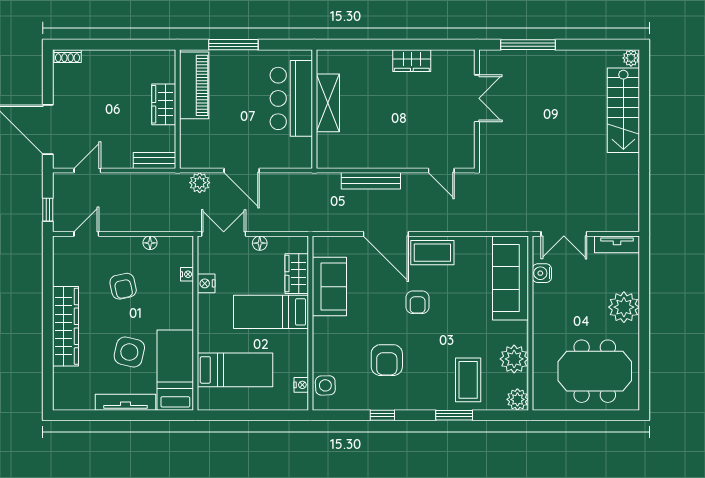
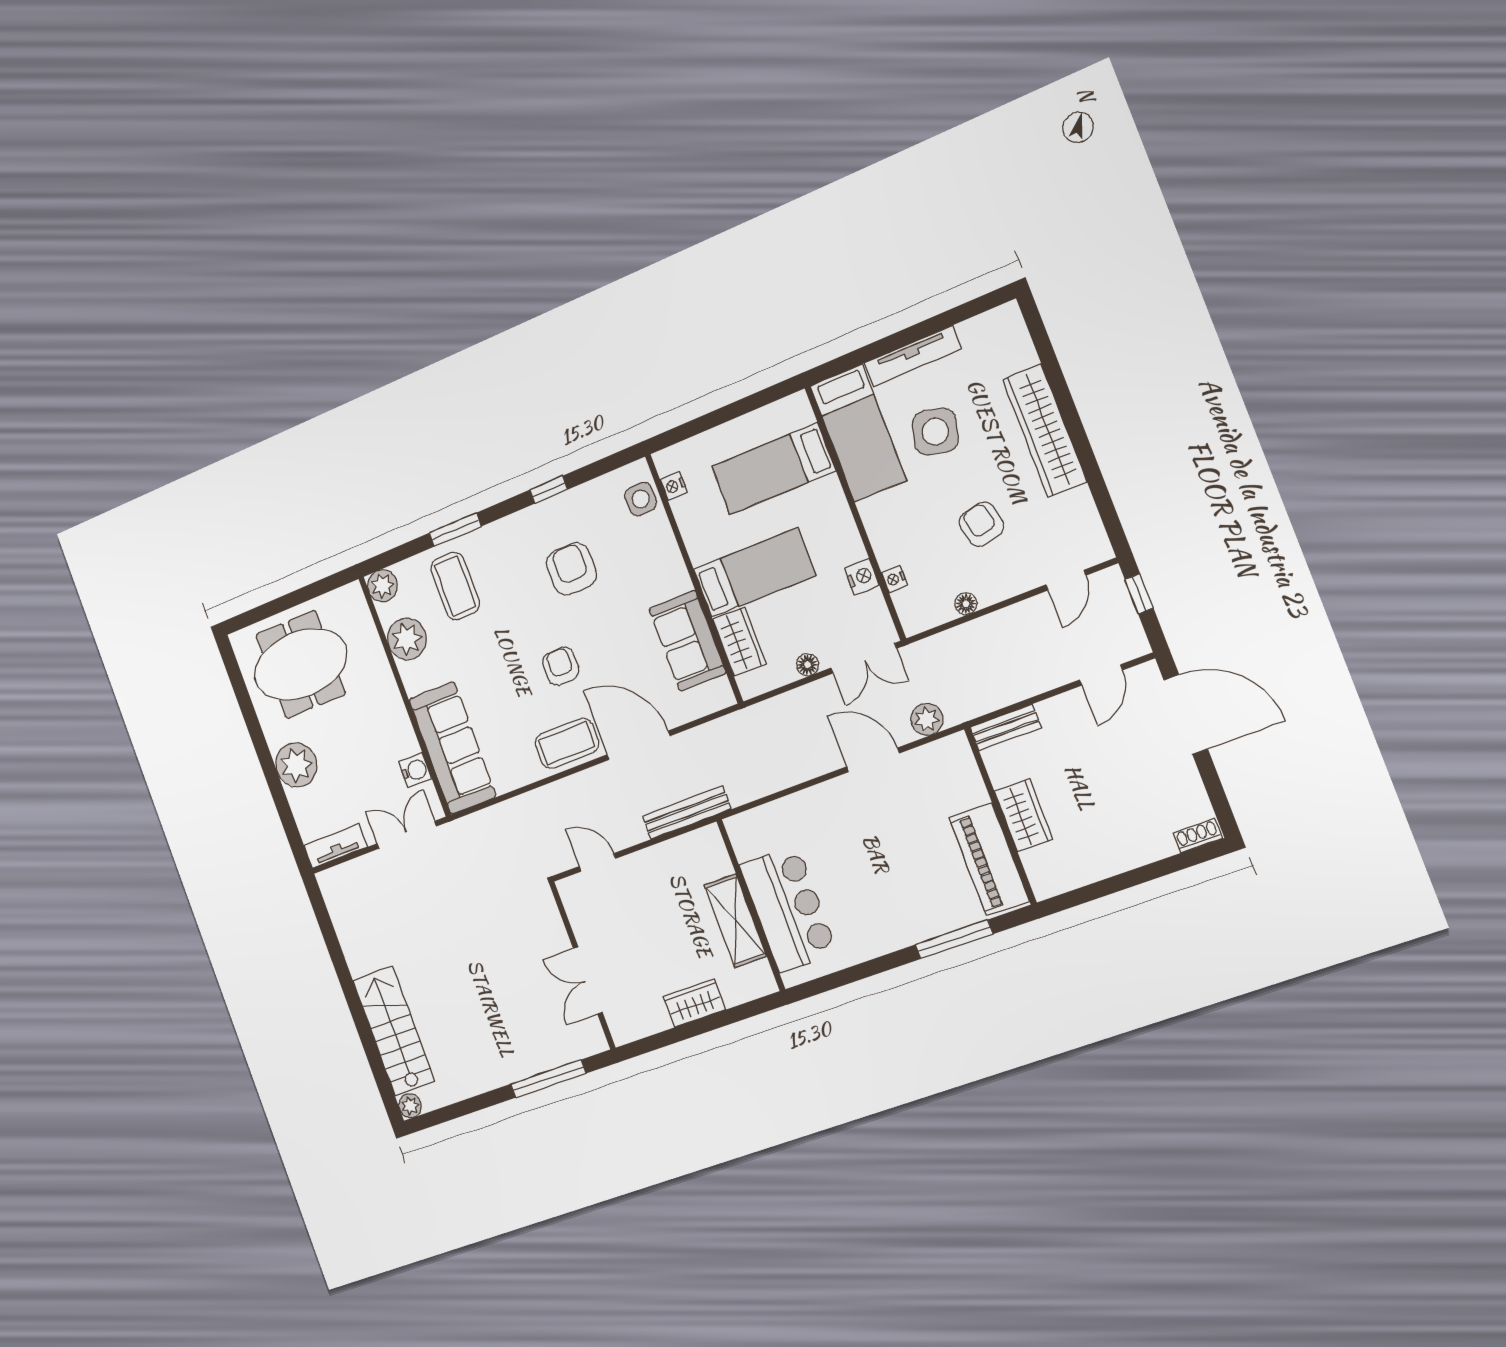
bar counter: (291, 98) -> (789, 909), moved
shelving: (328, 103) -> (735, 921), moved
wall: (314, 109) -> (751, 905), moved

